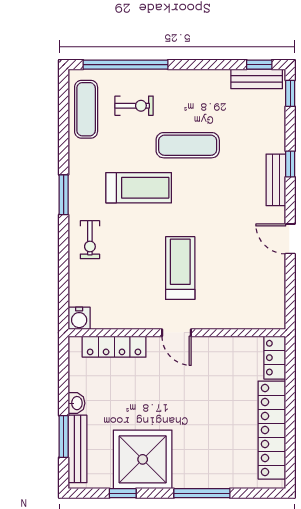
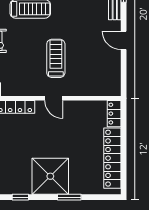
shower: (143, 459) -> (50, 176), moved
window: (202, 493) -> (69, 197), width x0.69

